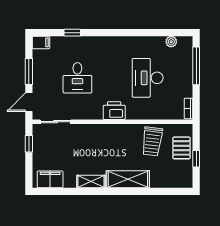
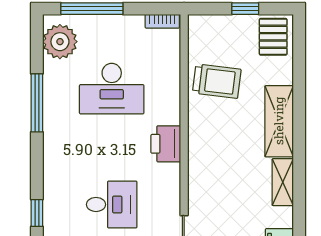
window: (139, 33) -> (37, 103), added
plant: (171, 42) -> (60, 42), width x1.88, depth x1.88
pallet: (181, 148) -> (273, 37), moved, turned 90

